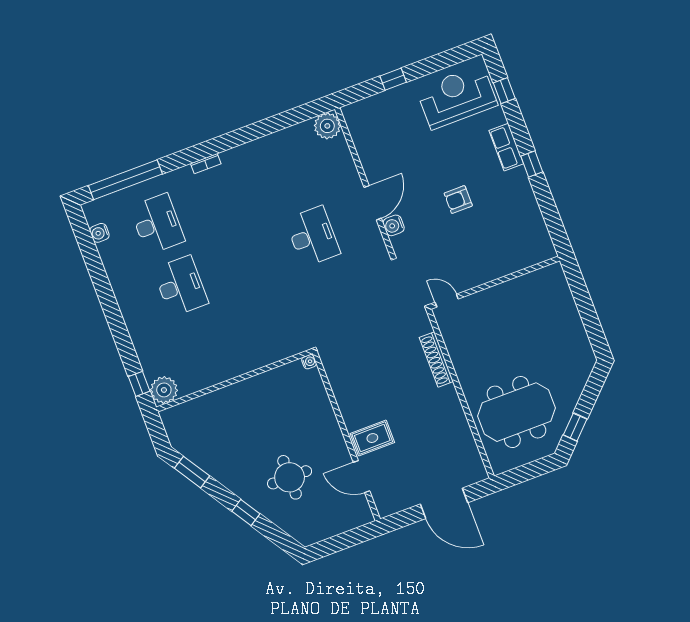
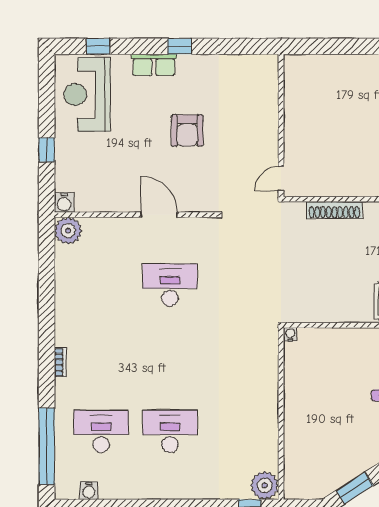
armchair: (458, 200) -> (187, 131), width x1.38, depth x1.38
water cooler: (394, 225) -> (64, 203), moved

